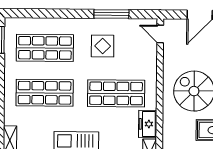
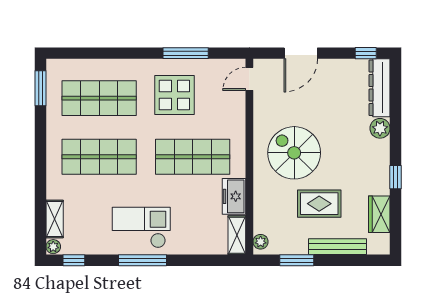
door: (160, 34) -> (249, 79), hinge flipped
display table: (103, 46) -> (174, 95), width x1.36, depth x1.36

